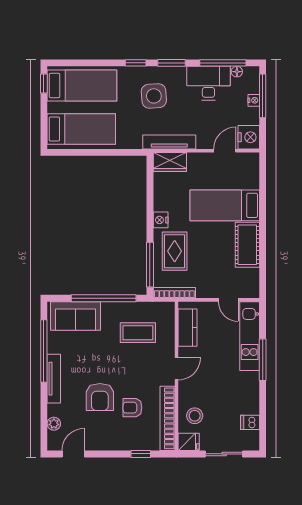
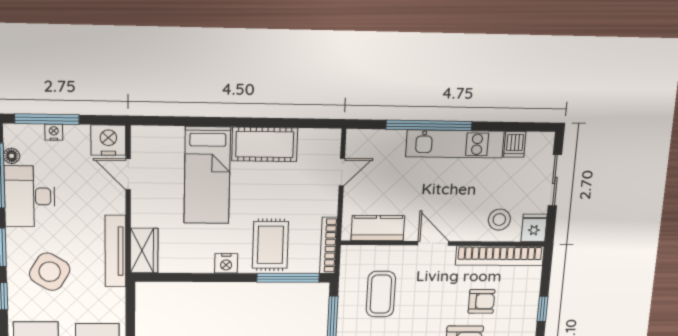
side table: (154, 96) -> (50, 272), turned 35
rug: (175, 251) -> (270, 245), turned 90
kitchen unit: (250, 336) -> (455, 144), moved
window: (263, 360) -> (429, 125), width x1.46
armchair: (132, 408) -> (481, 301), turned -90
window: (141, 454) -> (543, 309), moved

